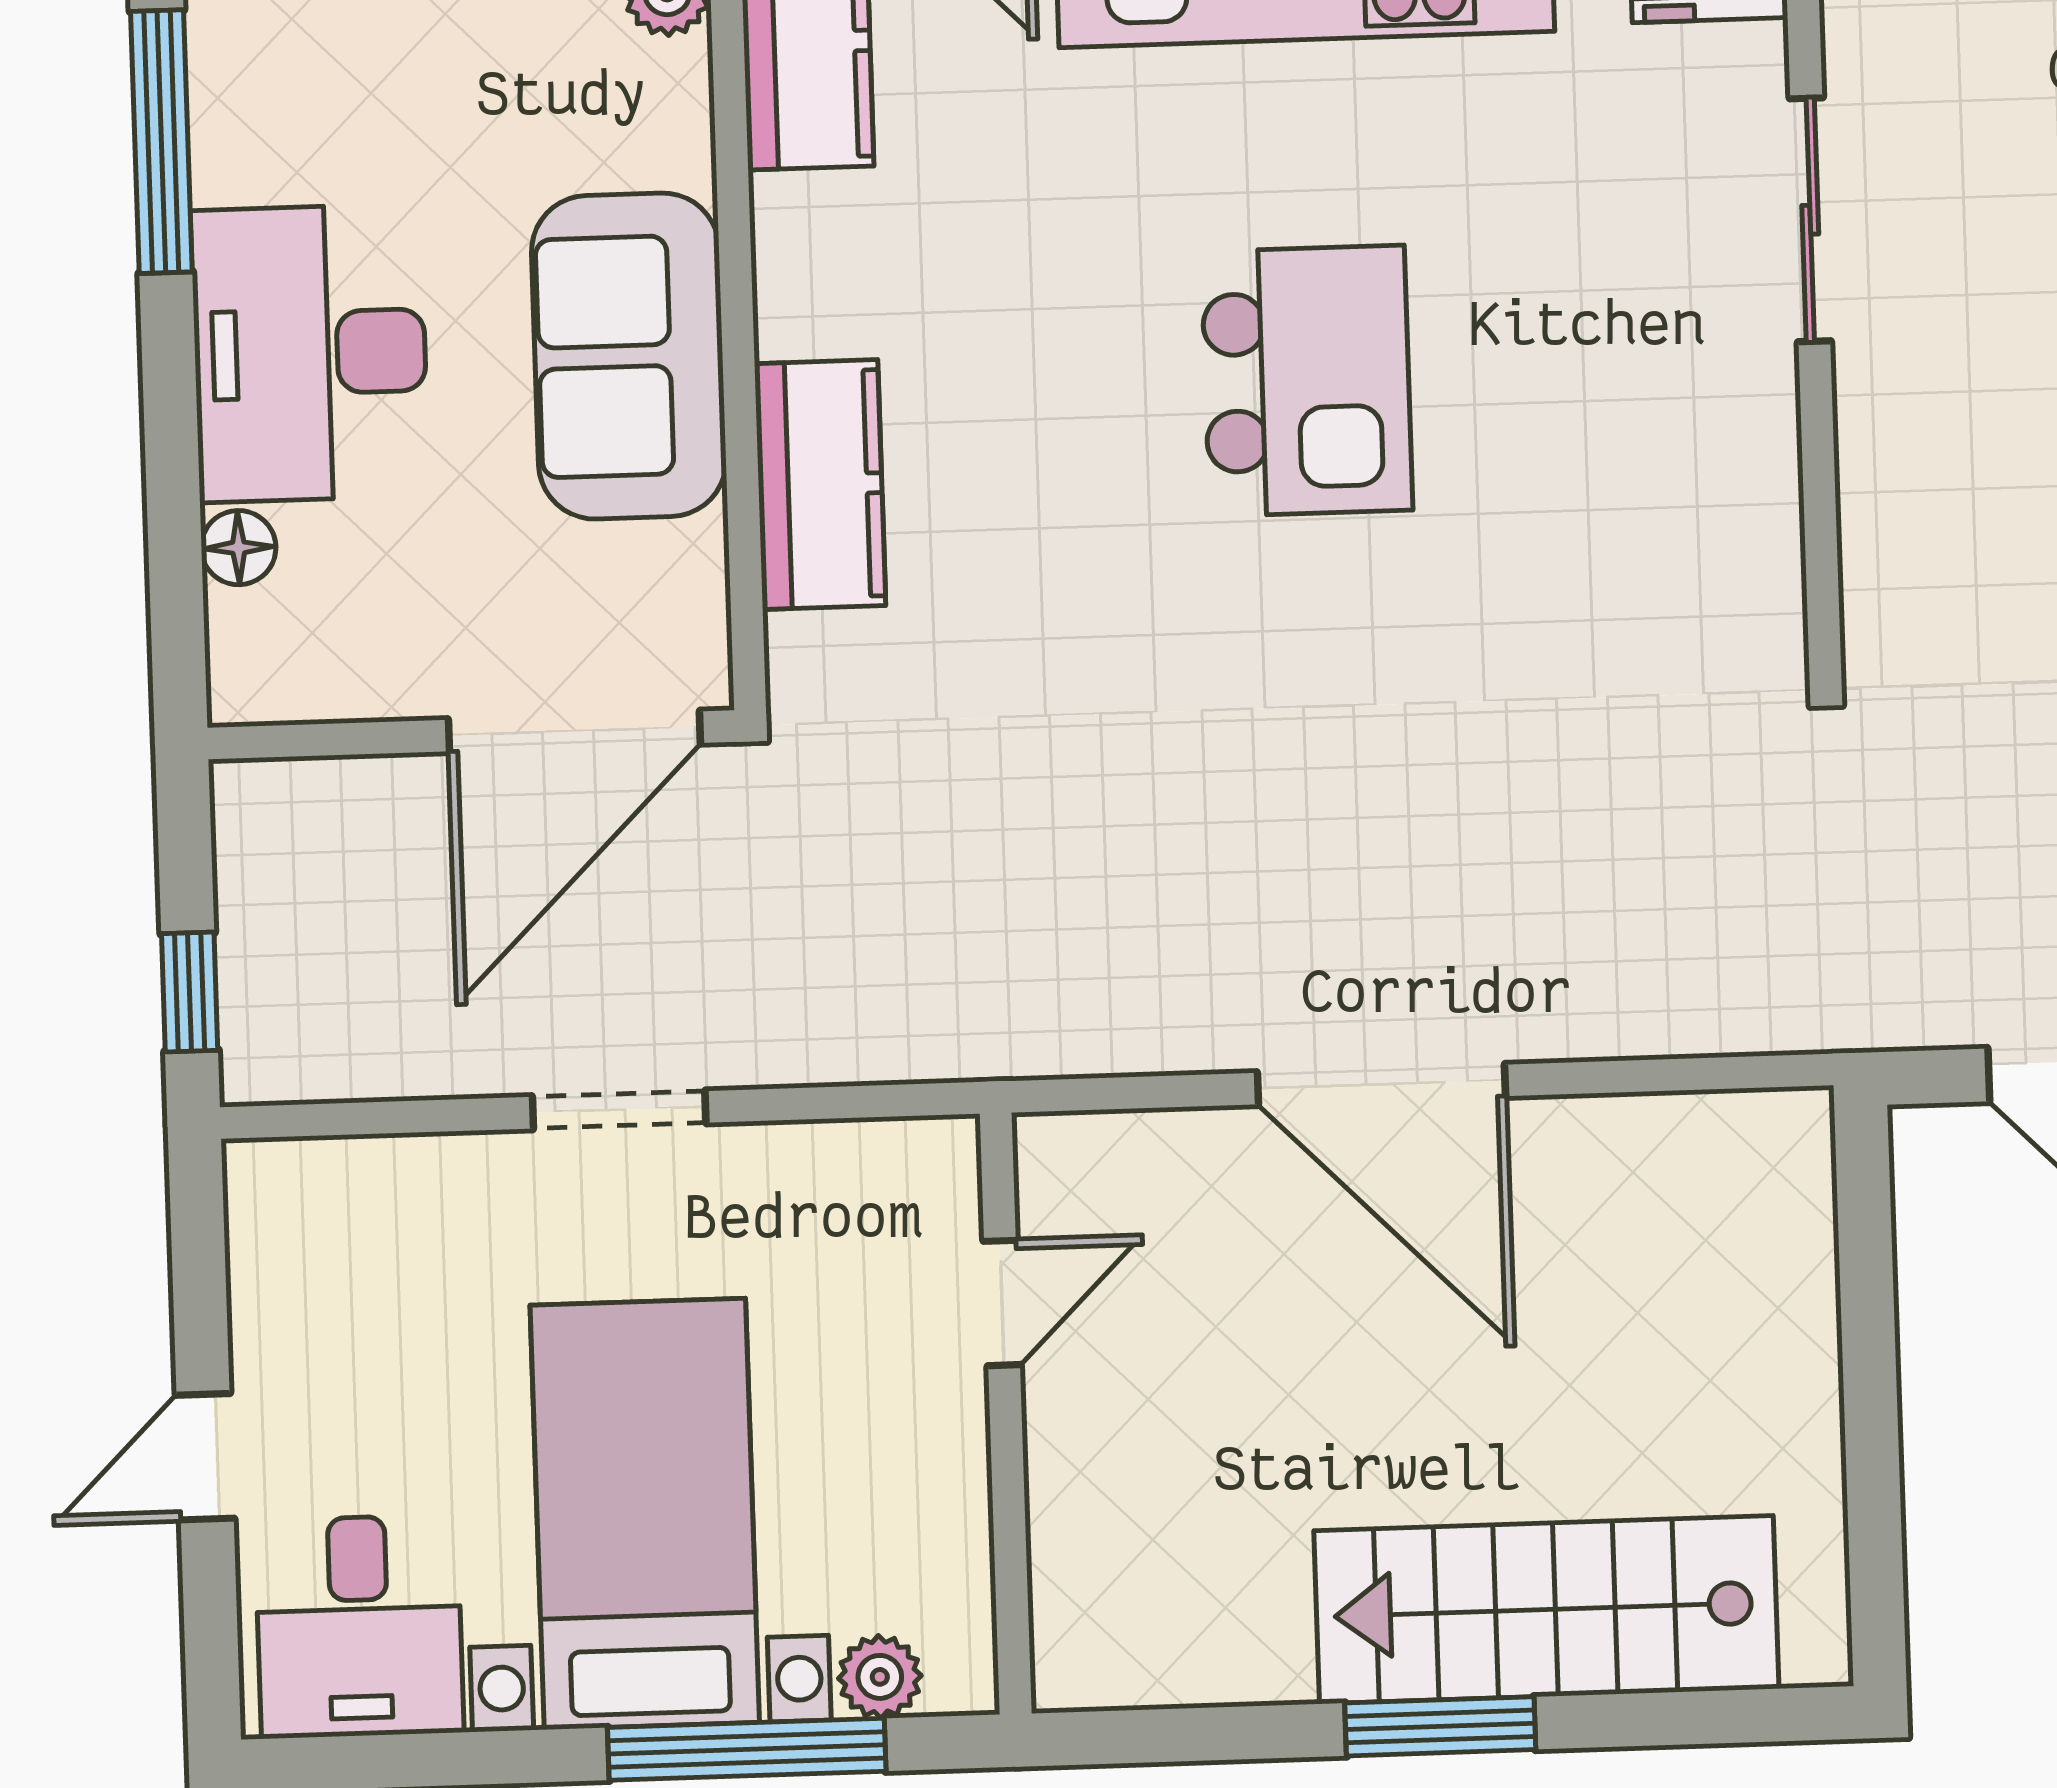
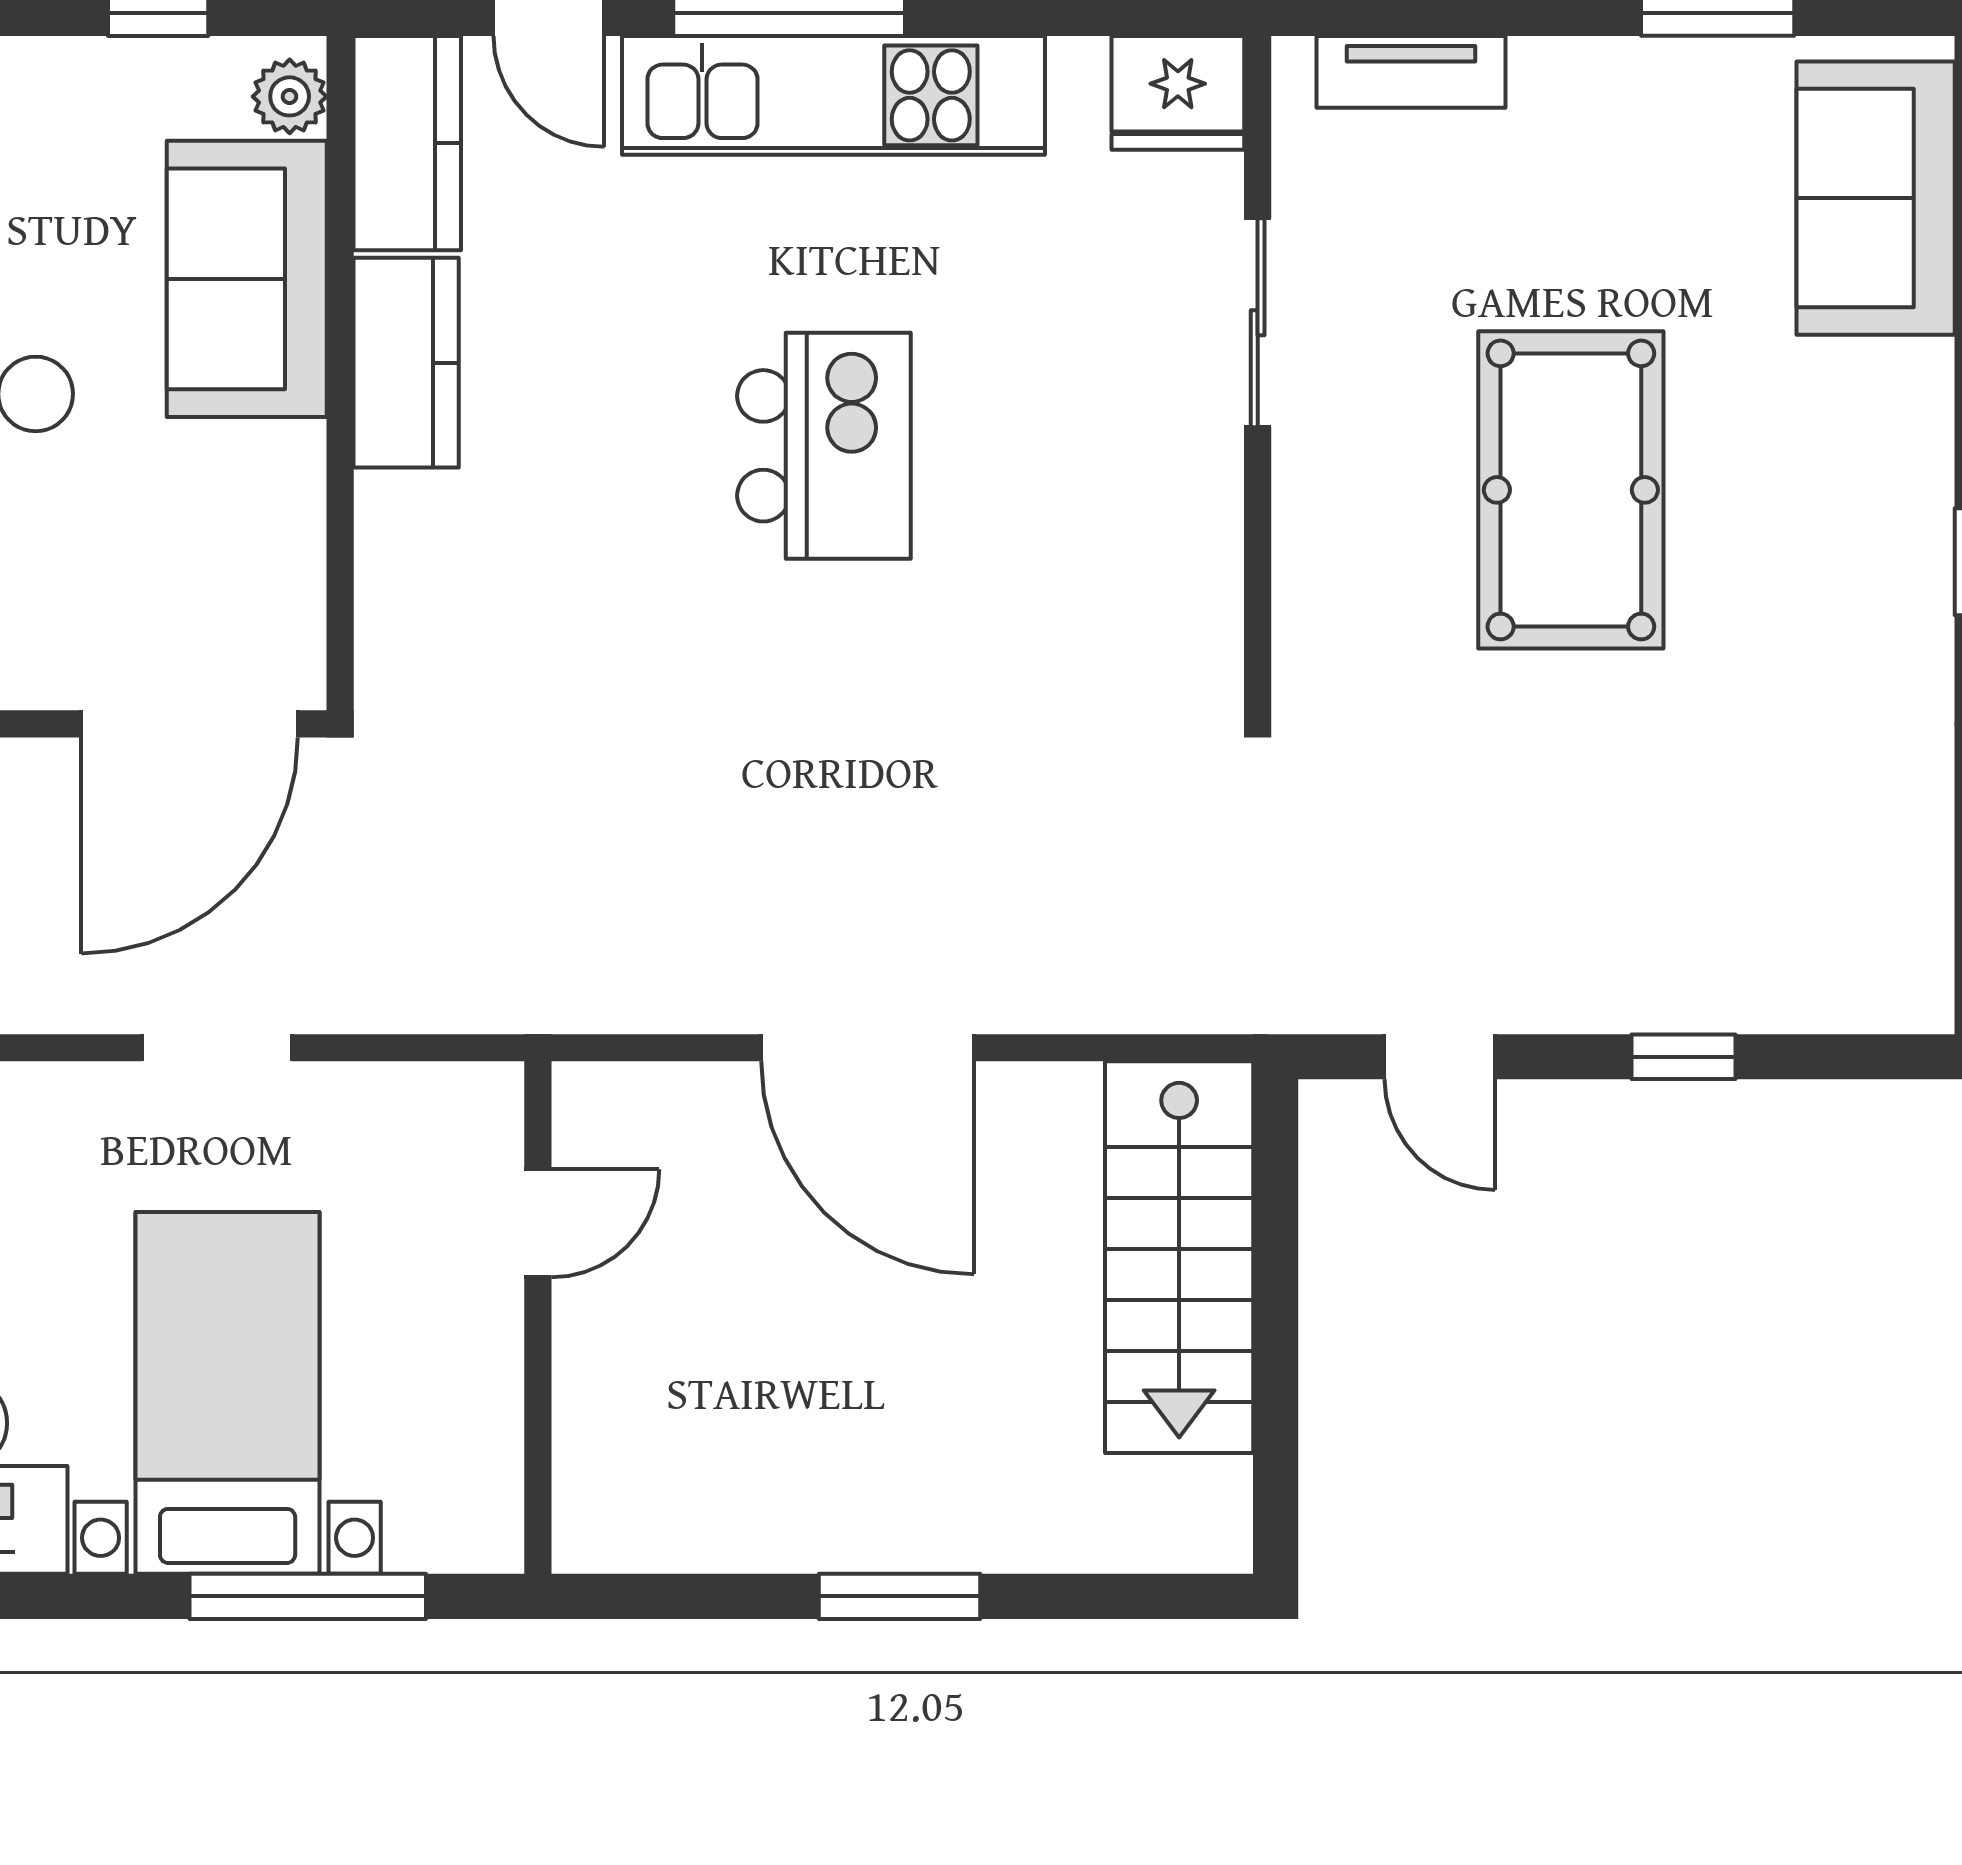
sofa: (629, 356) -> (247, 279), moved
kitchen counter: (820, 485) -> (406, 363), moved
stairs: (1546, 1610) -> (1179, 1257), moved, turned -90
plant: (880, 1677) -> (423, 1539), removed

